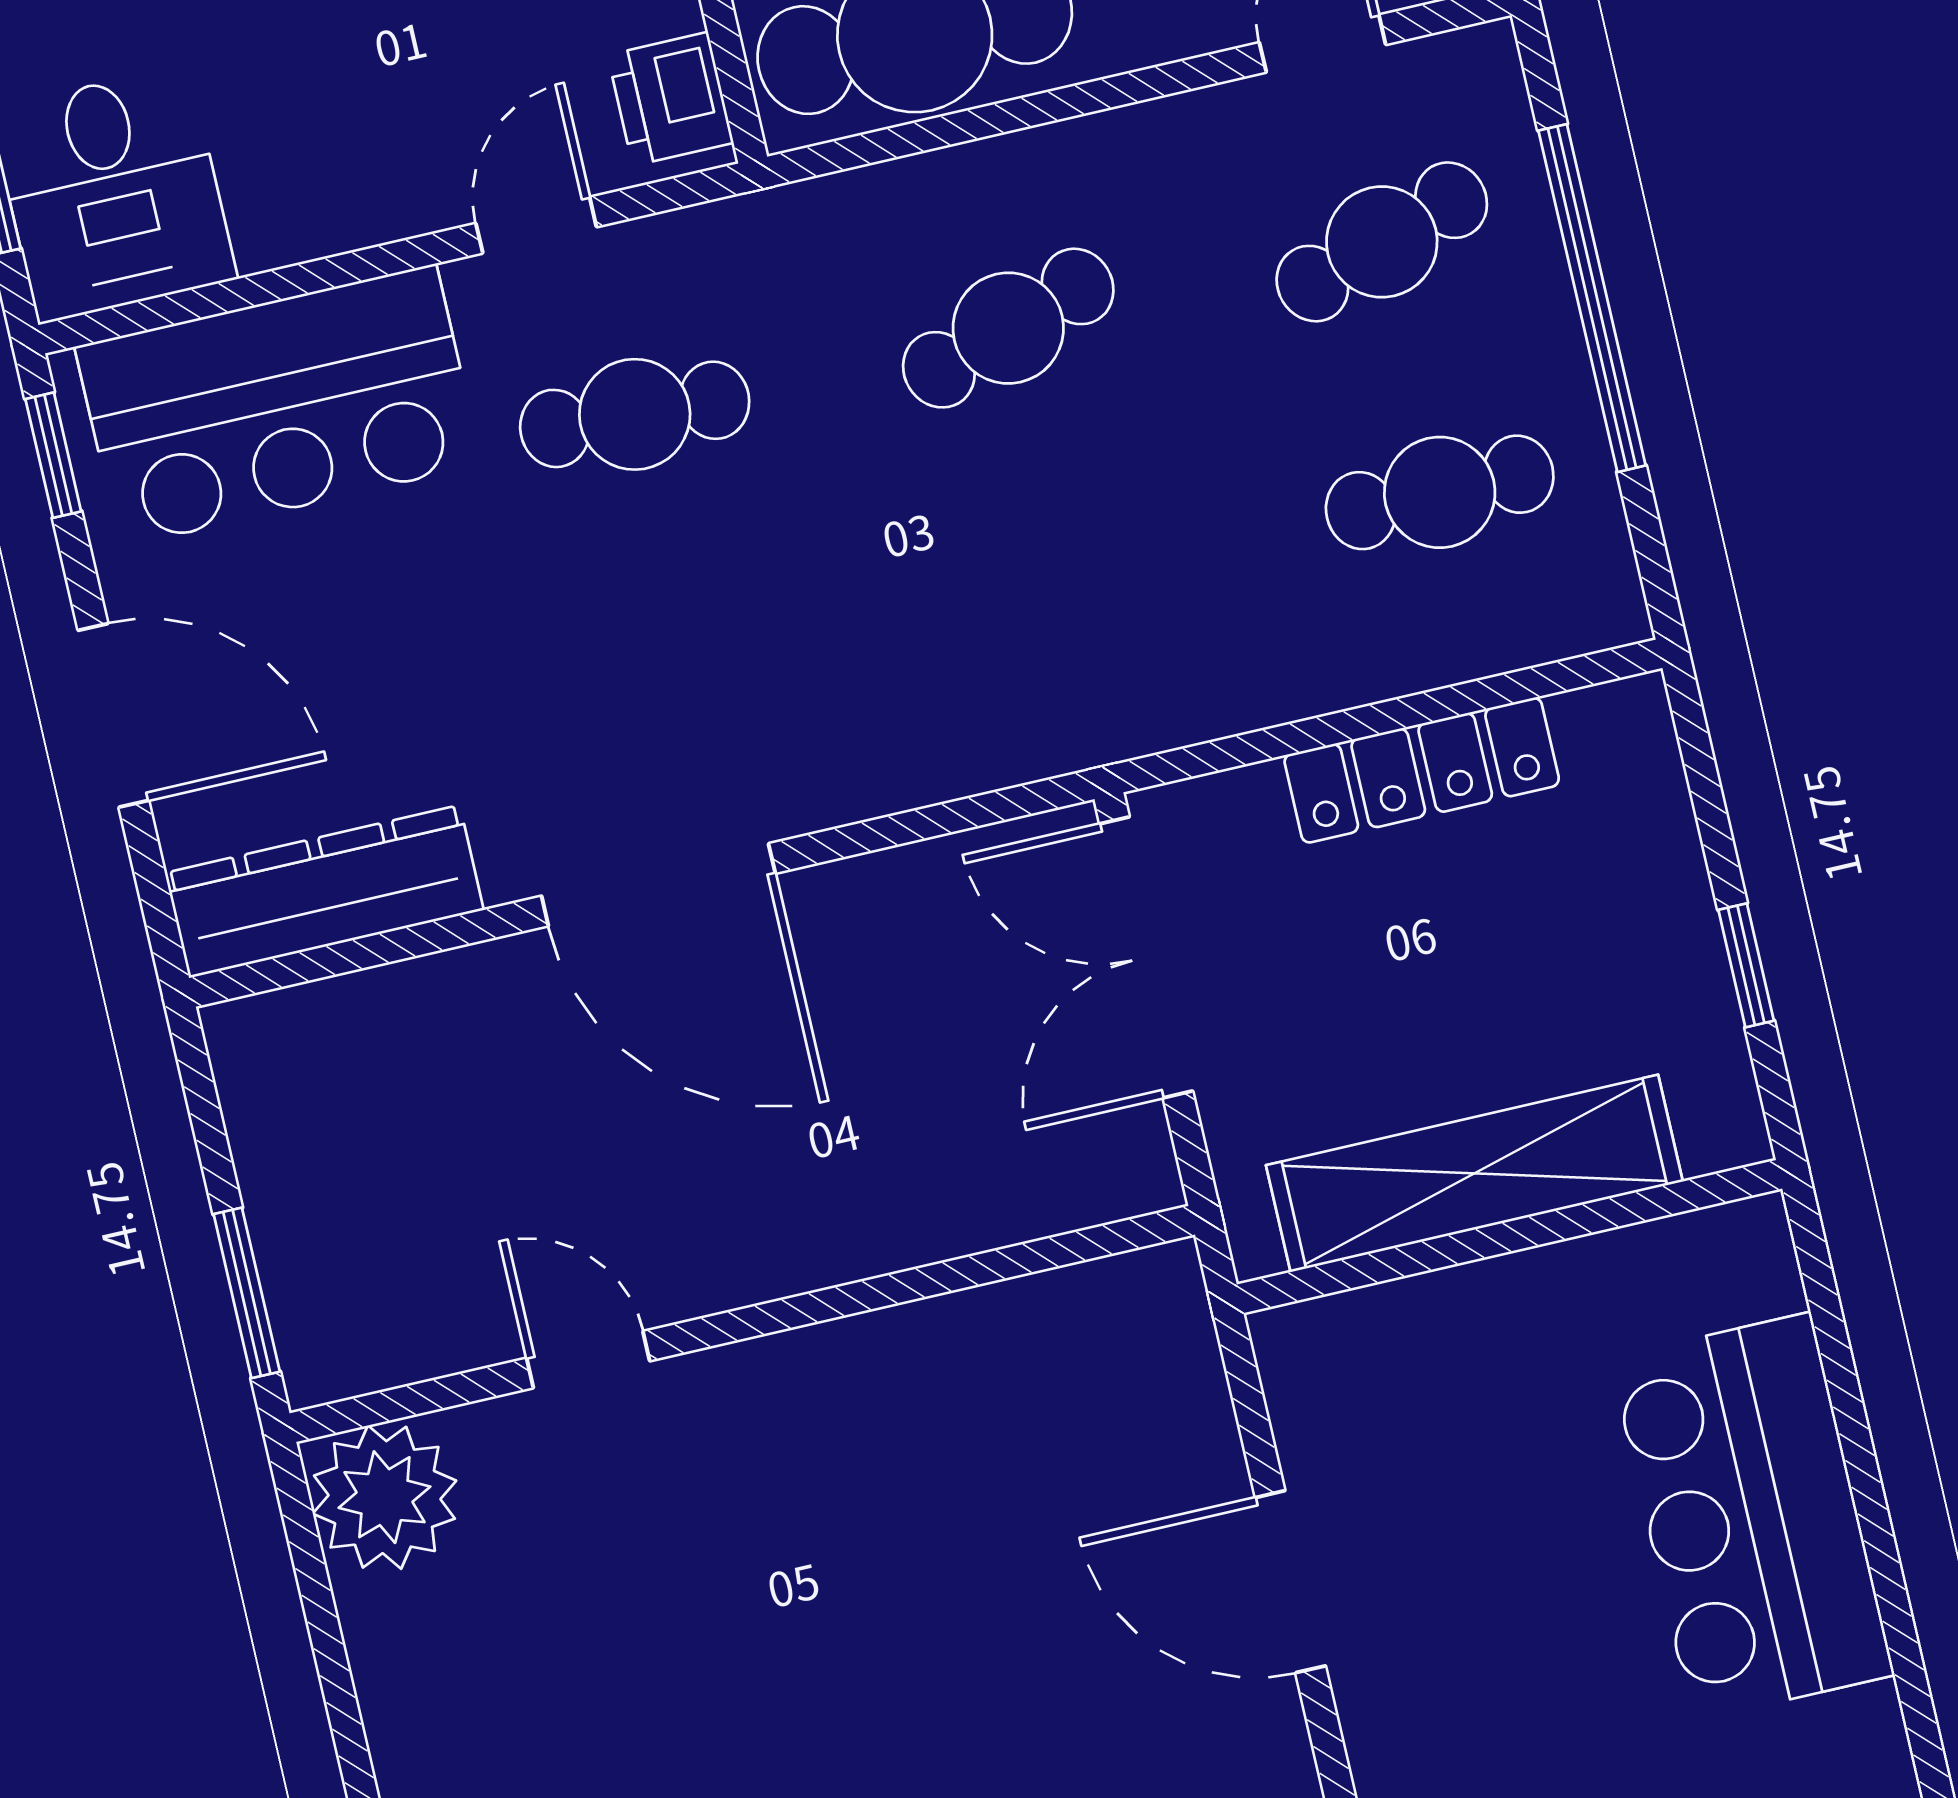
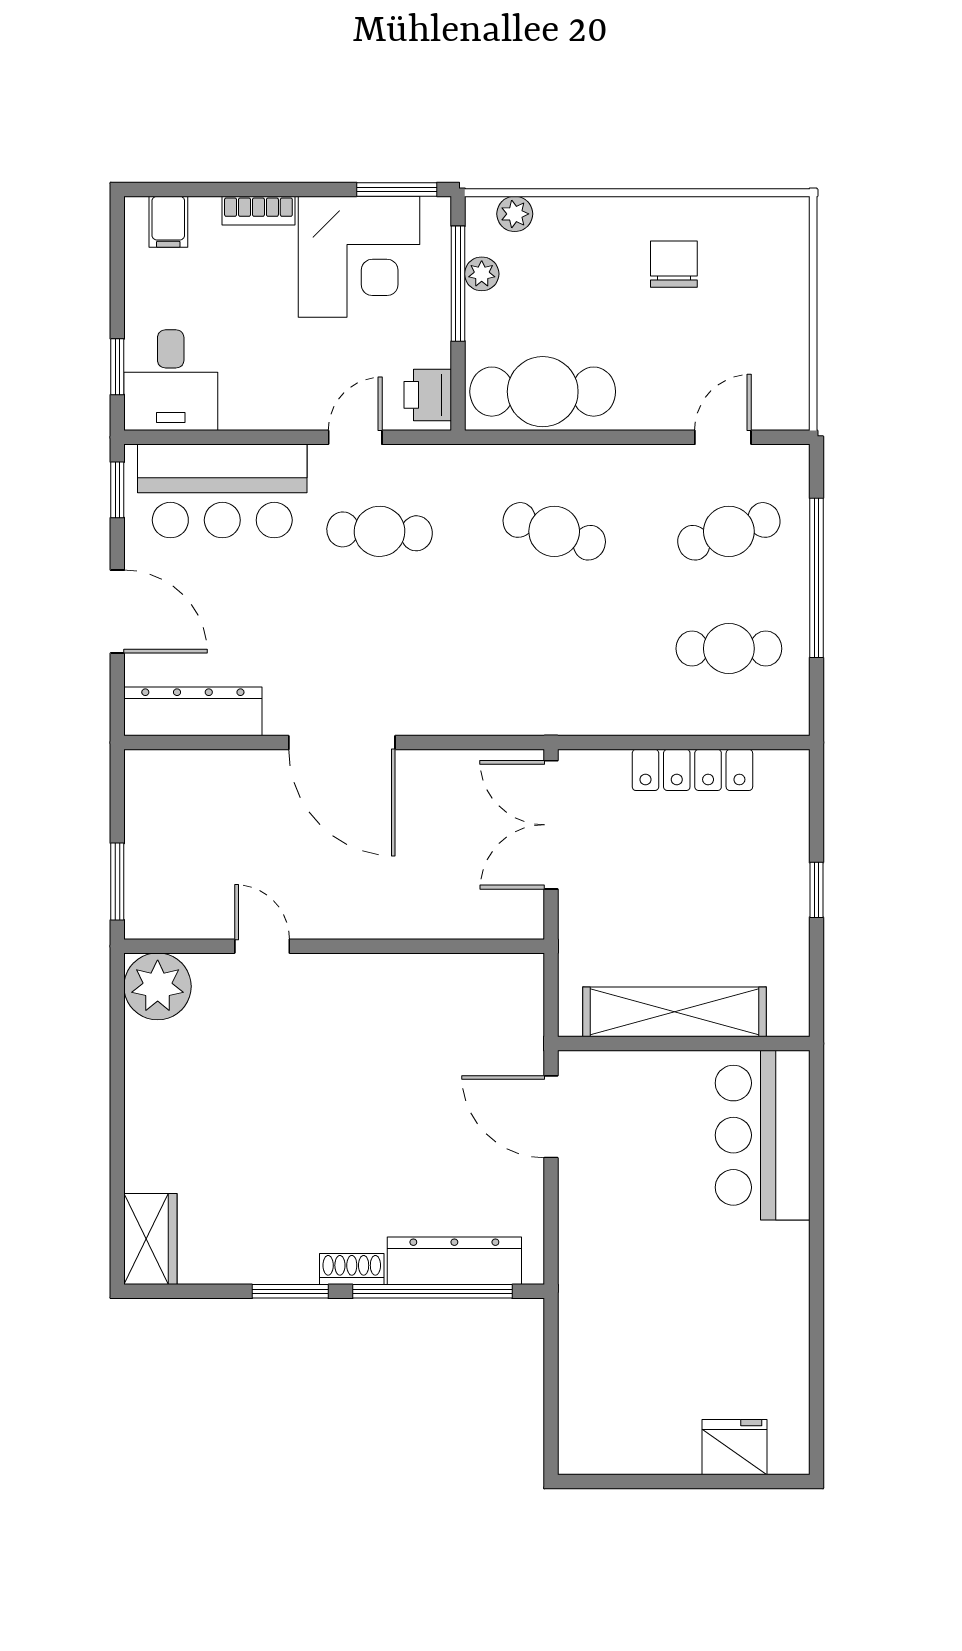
cafe table: (1008, 328) -> (554, 531), turned 36
shelving: (1474, 1173) -> (674, 1012), moved
wall: (1510, 1236) -> (684, 1044), moved

